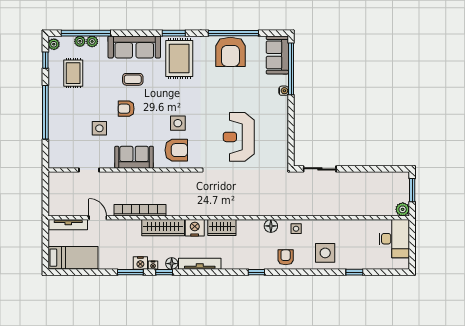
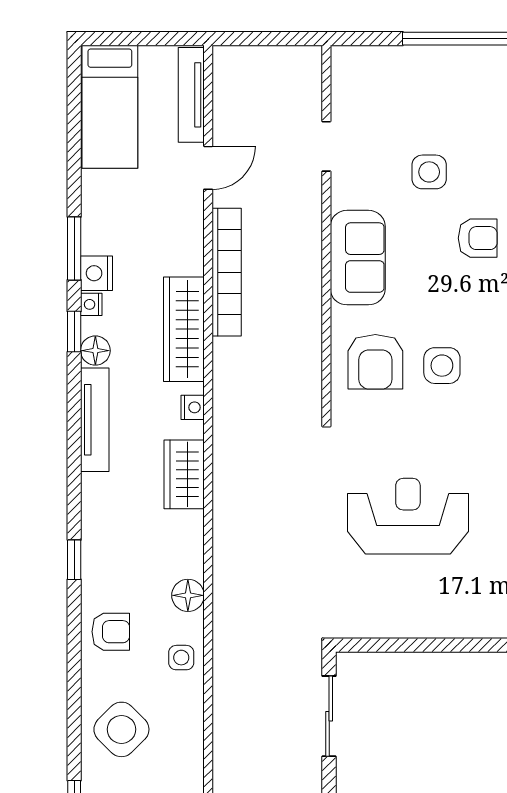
armchair: (126, 109) -> (478, 238), turned 90
nightstand: (195, 228) -> (193, 407), width x0.53, depth x0.56
side table: (325, 253) -> (121, 729), turned 45

